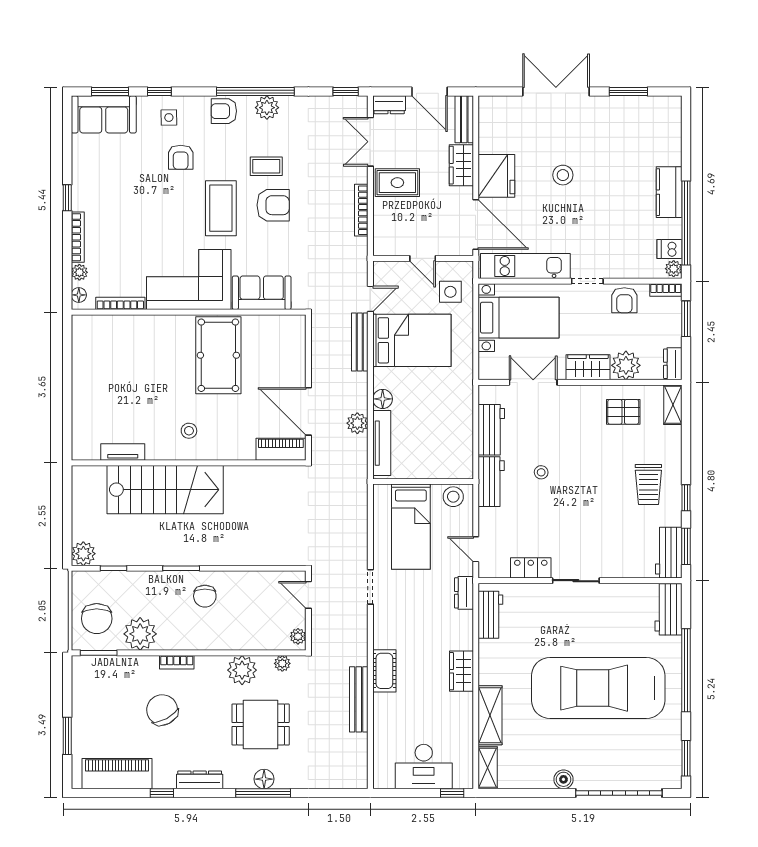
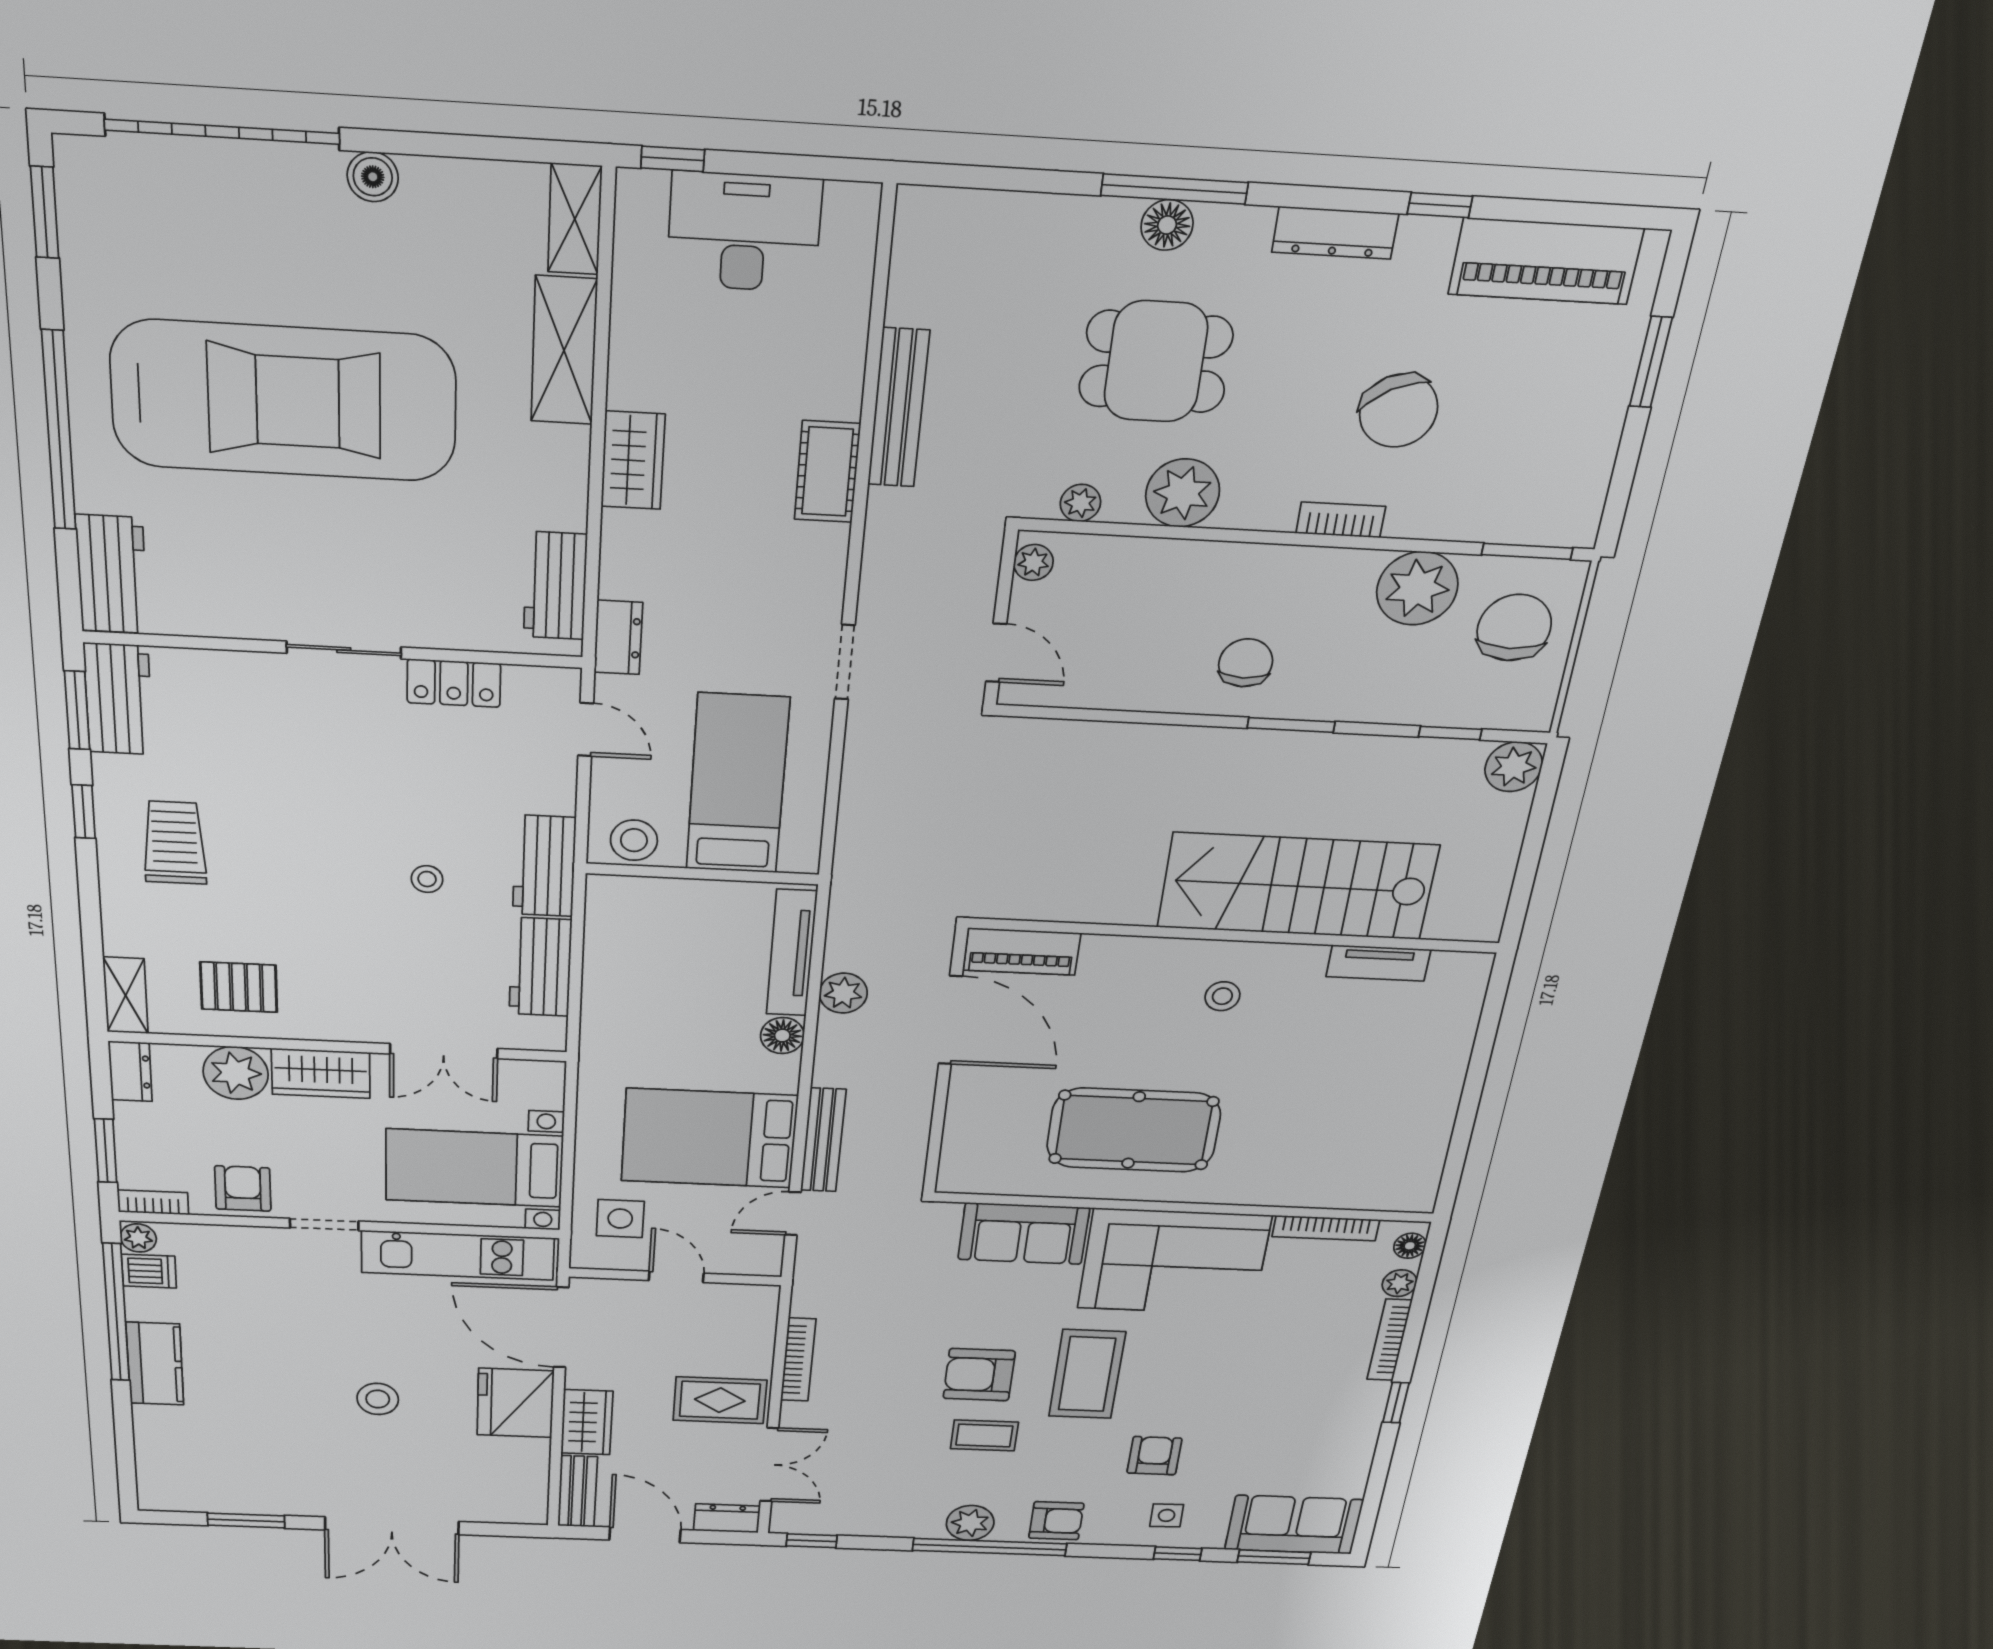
pool table: (218, 355) -> (1134, 1130), turned 90

